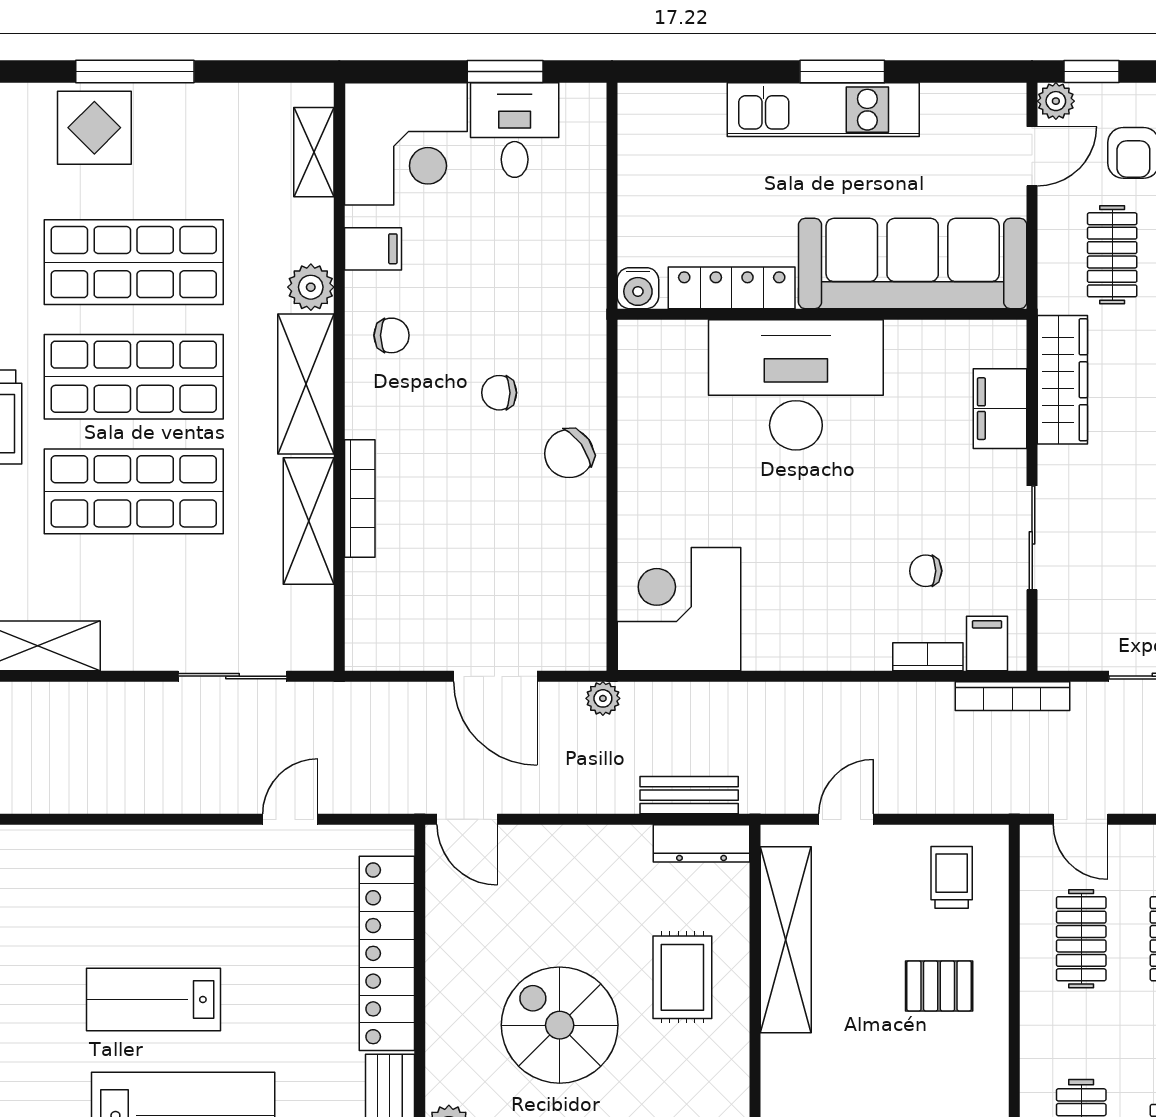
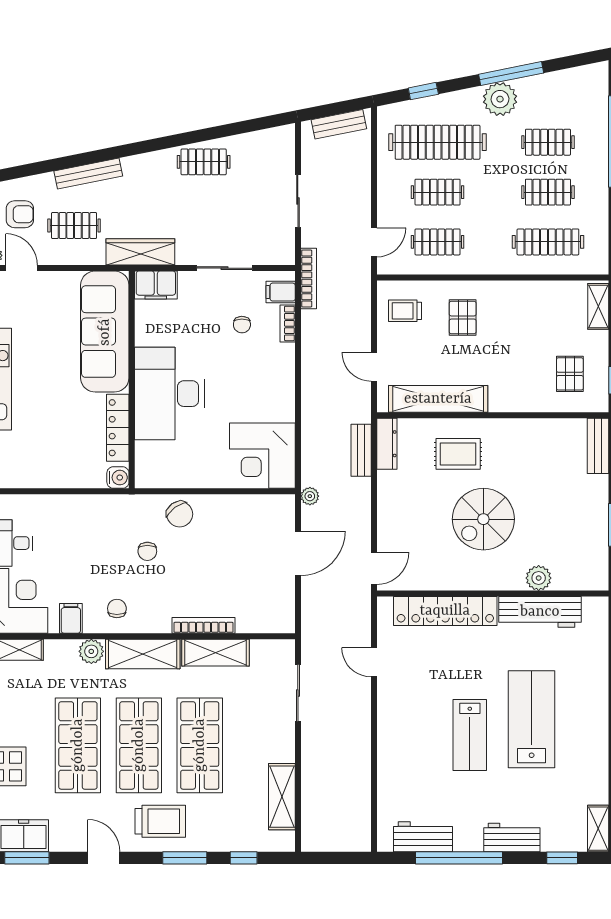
sofa: (913, 263) -> (105, 332), moved
water cooler: (638, 288) -> (118, 478), moved
locker: (732, 288) -> (118, 428), moved
wall: (822, 314) -> (132, 380), moved
desk: (796, 385) -> (169, 394), moved

